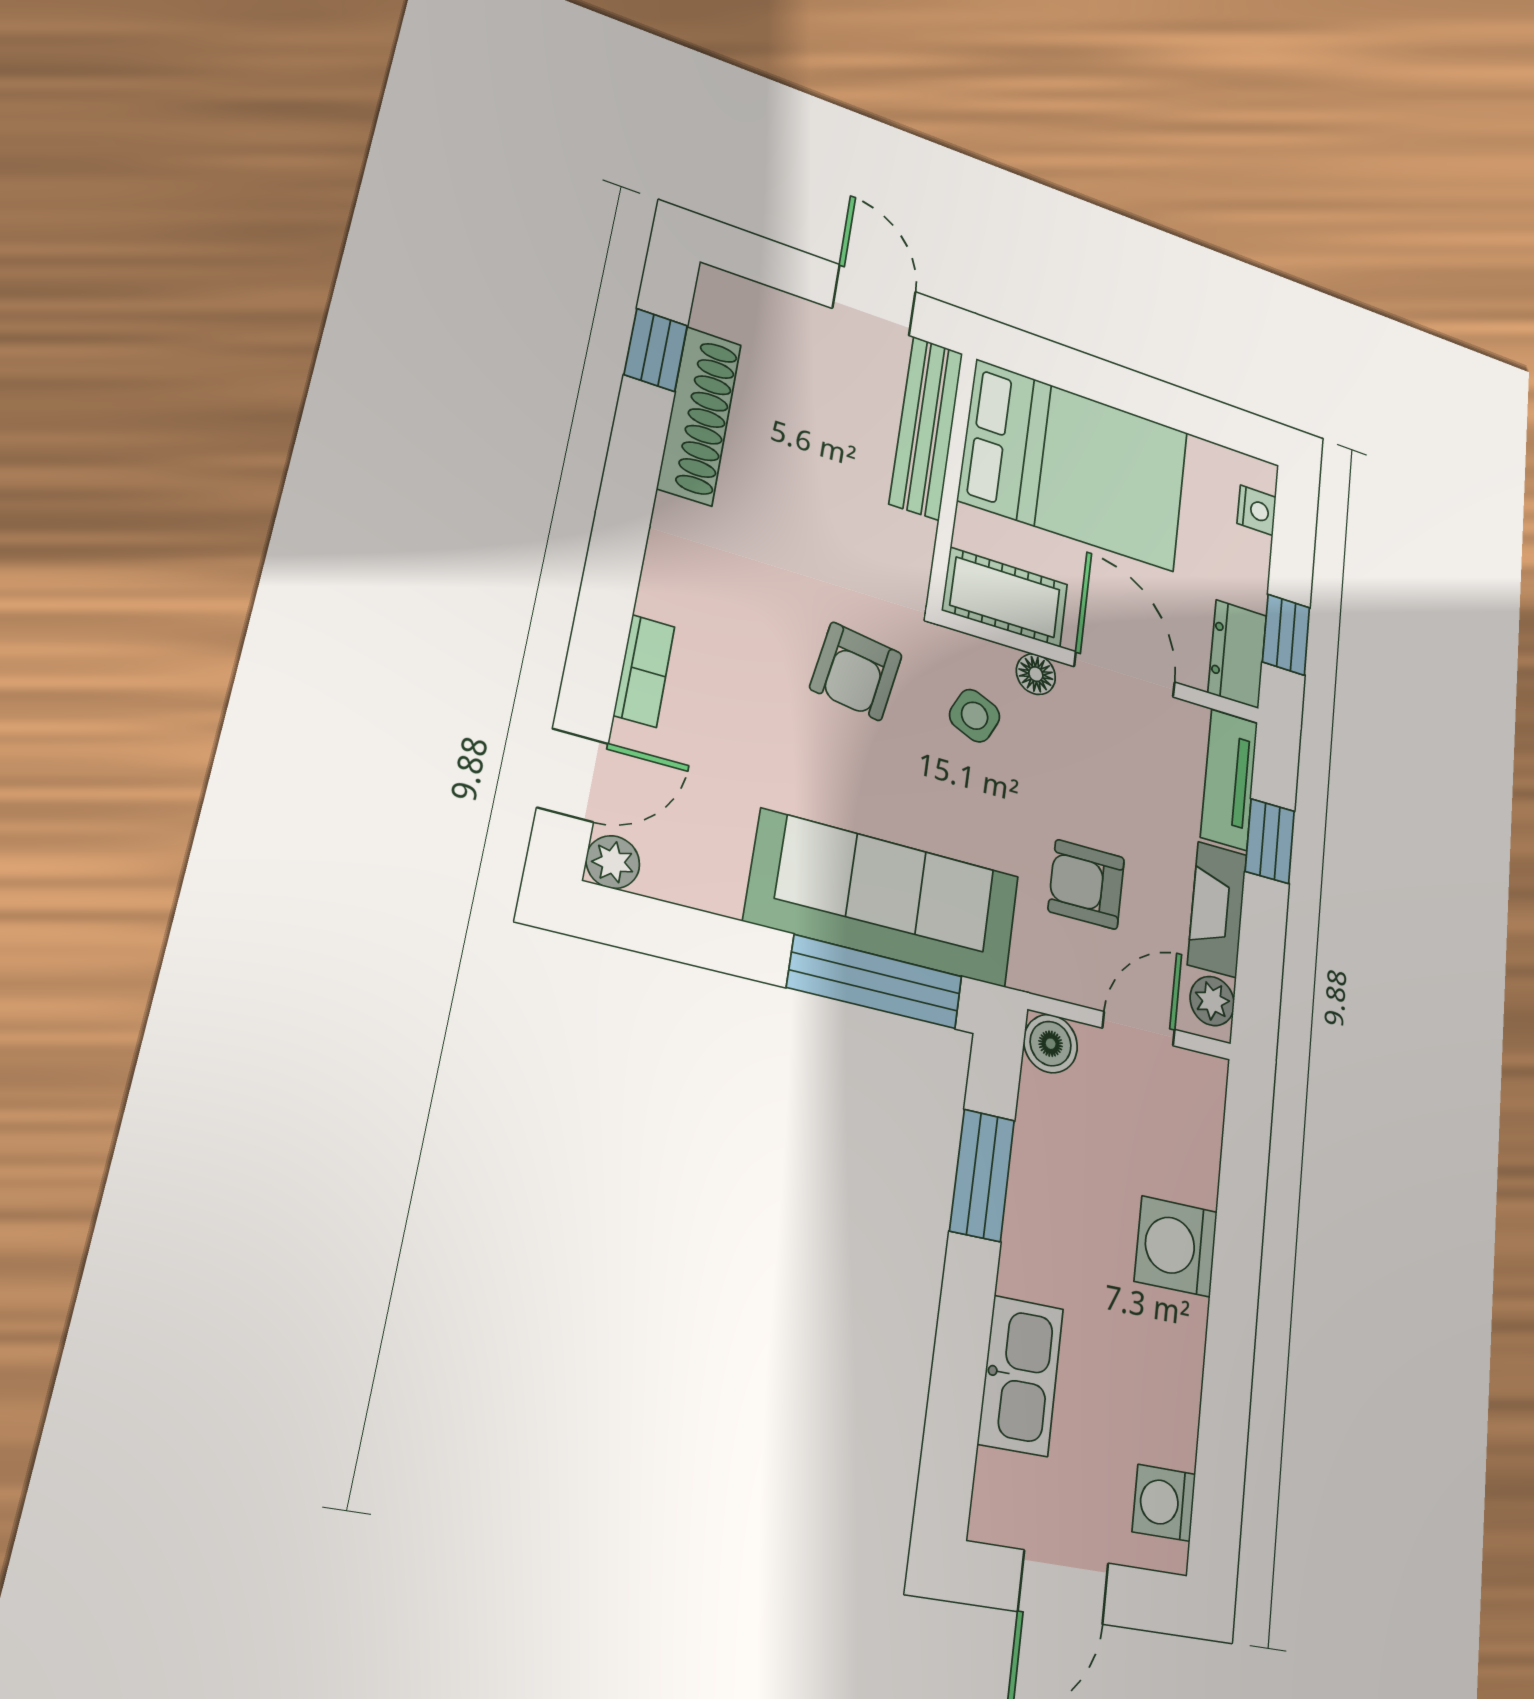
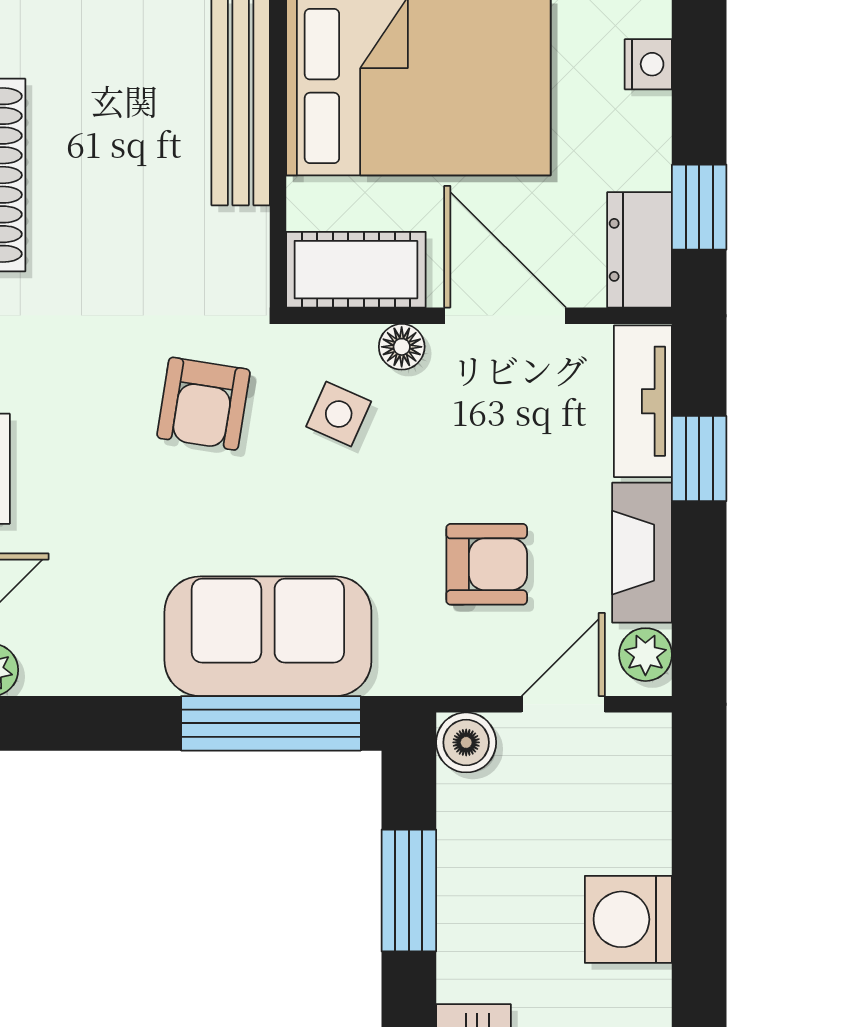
armchair: (1086, 884) -> (487, 564), turned 180
sofa: (884, 898) -> (268, 636), width x0.73

